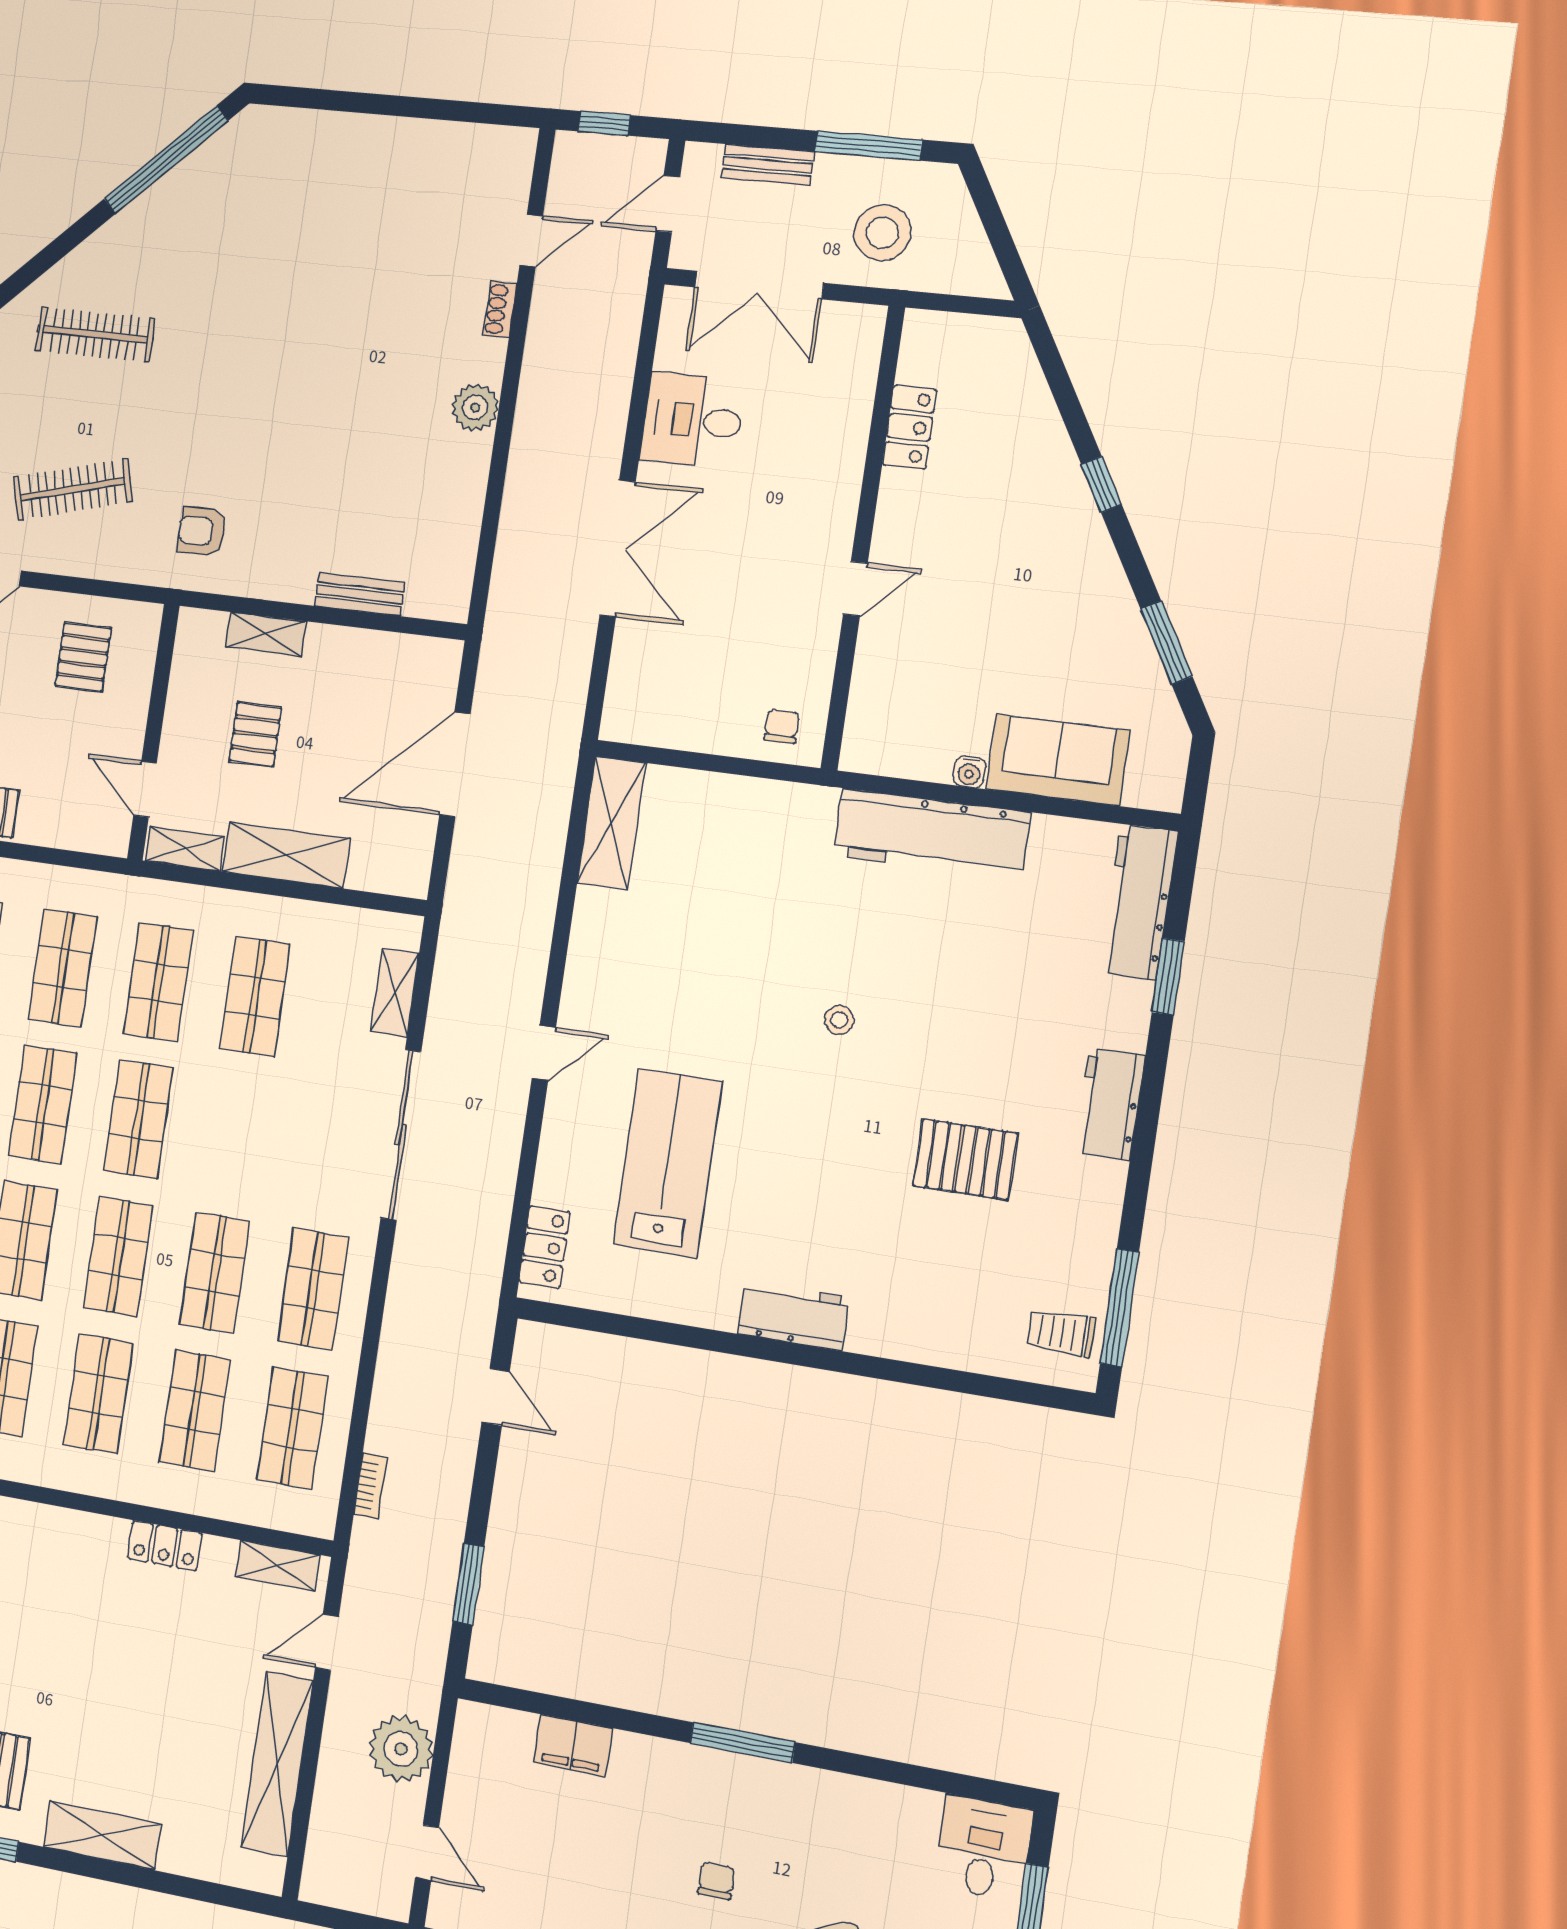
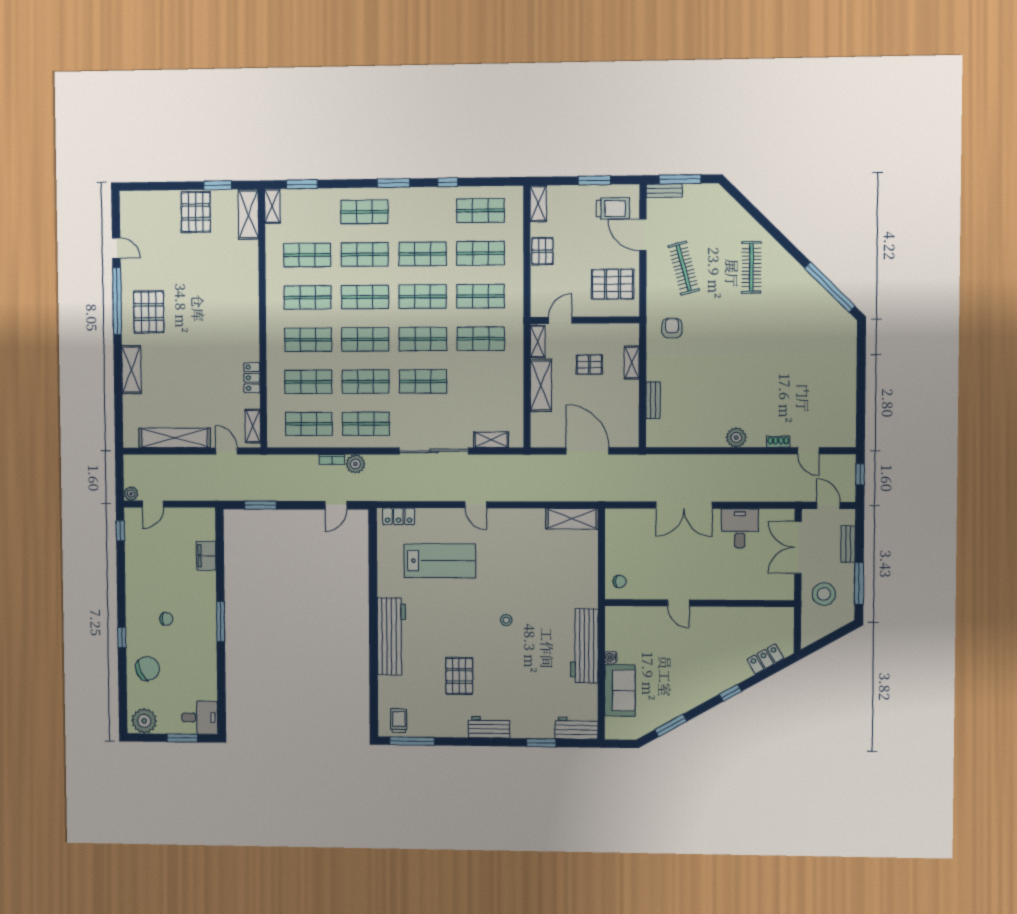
locker: (910, 427) -> (765, 659), moved, turned 150
pallet: (83, 657) -> (613, 284), width x1.50, depth x1.42
workbench: (1139, 902) -> (576, 728), width x0.73
shop shelf: (255, 996) -> (423, 381), moved
workbench: (794, 1316) -> (392, 636), width x1.88, depth x1.32
plant: (403, 1331) -> (355, 464), added
bookcase: (370, 1486) -> (332, 459), moved
plant: (401, 1749) -> (131, 494), moved, width x0.53, depth x0.53

